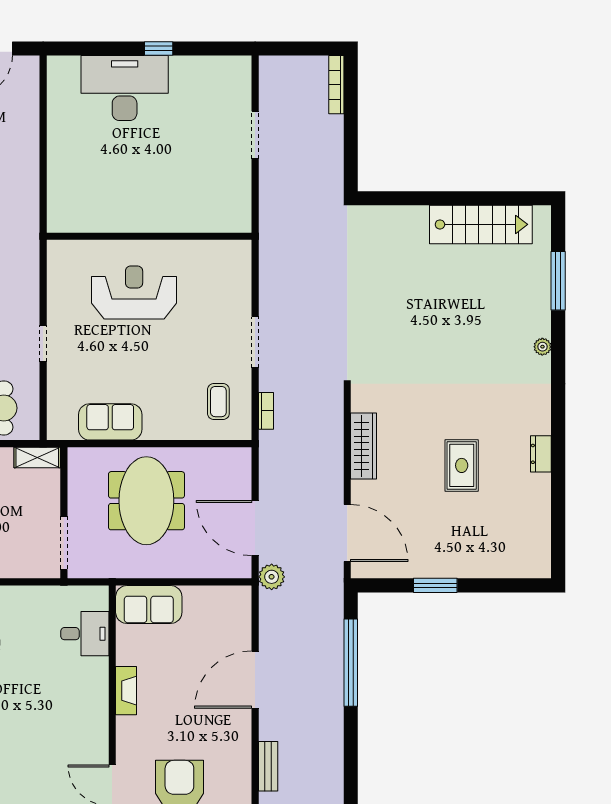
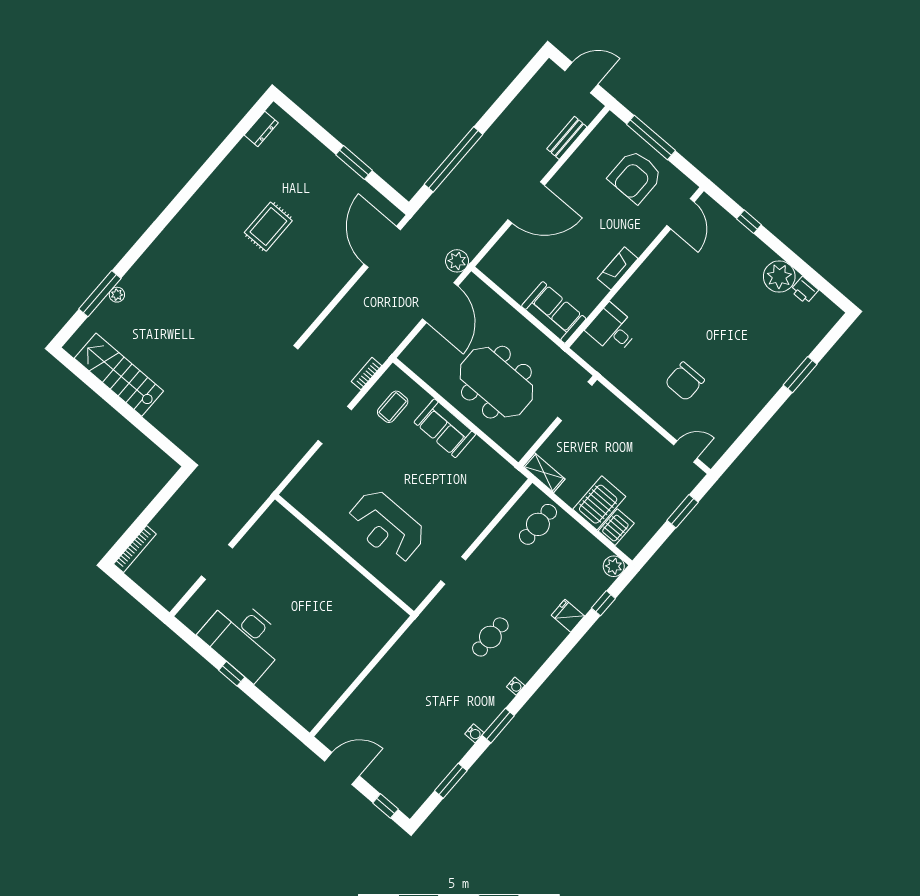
desk: (125, 88) -> (243, 638), moved
doorway: (43, 343) -> (453, 570), moved
plant: (542, 347) -> (117, 295), moved
sofa: (110, 422) -> (445, 428), moved
wardrobe: (364, 446) -> (322, 295), removed
dresser: (541, 454) -> (261, 129), moved
meeting table: (146, 501) -> (496, 382), turned 90

